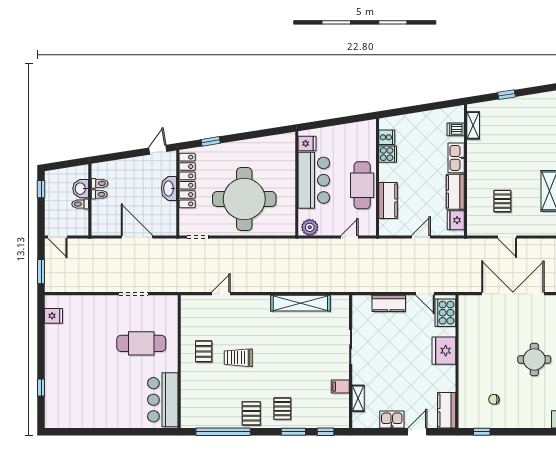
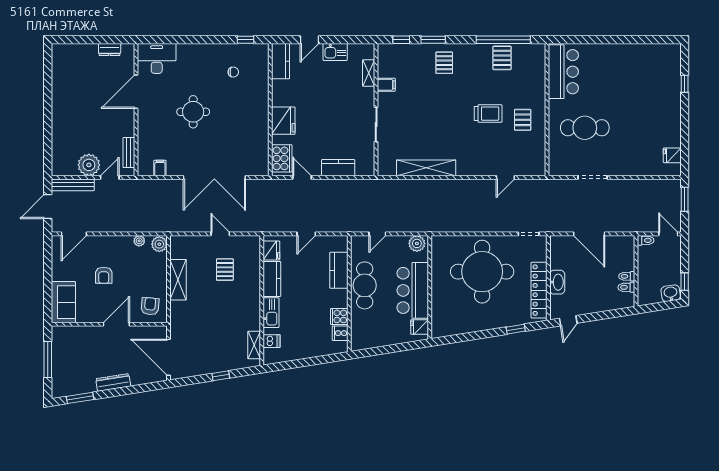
washbasin: (81, 189) -> (671, 293), moved, turned -99
toilet: (80, 204) -> (646, 240), moved
pallet: (251, 413) -> (502, 58), moved

